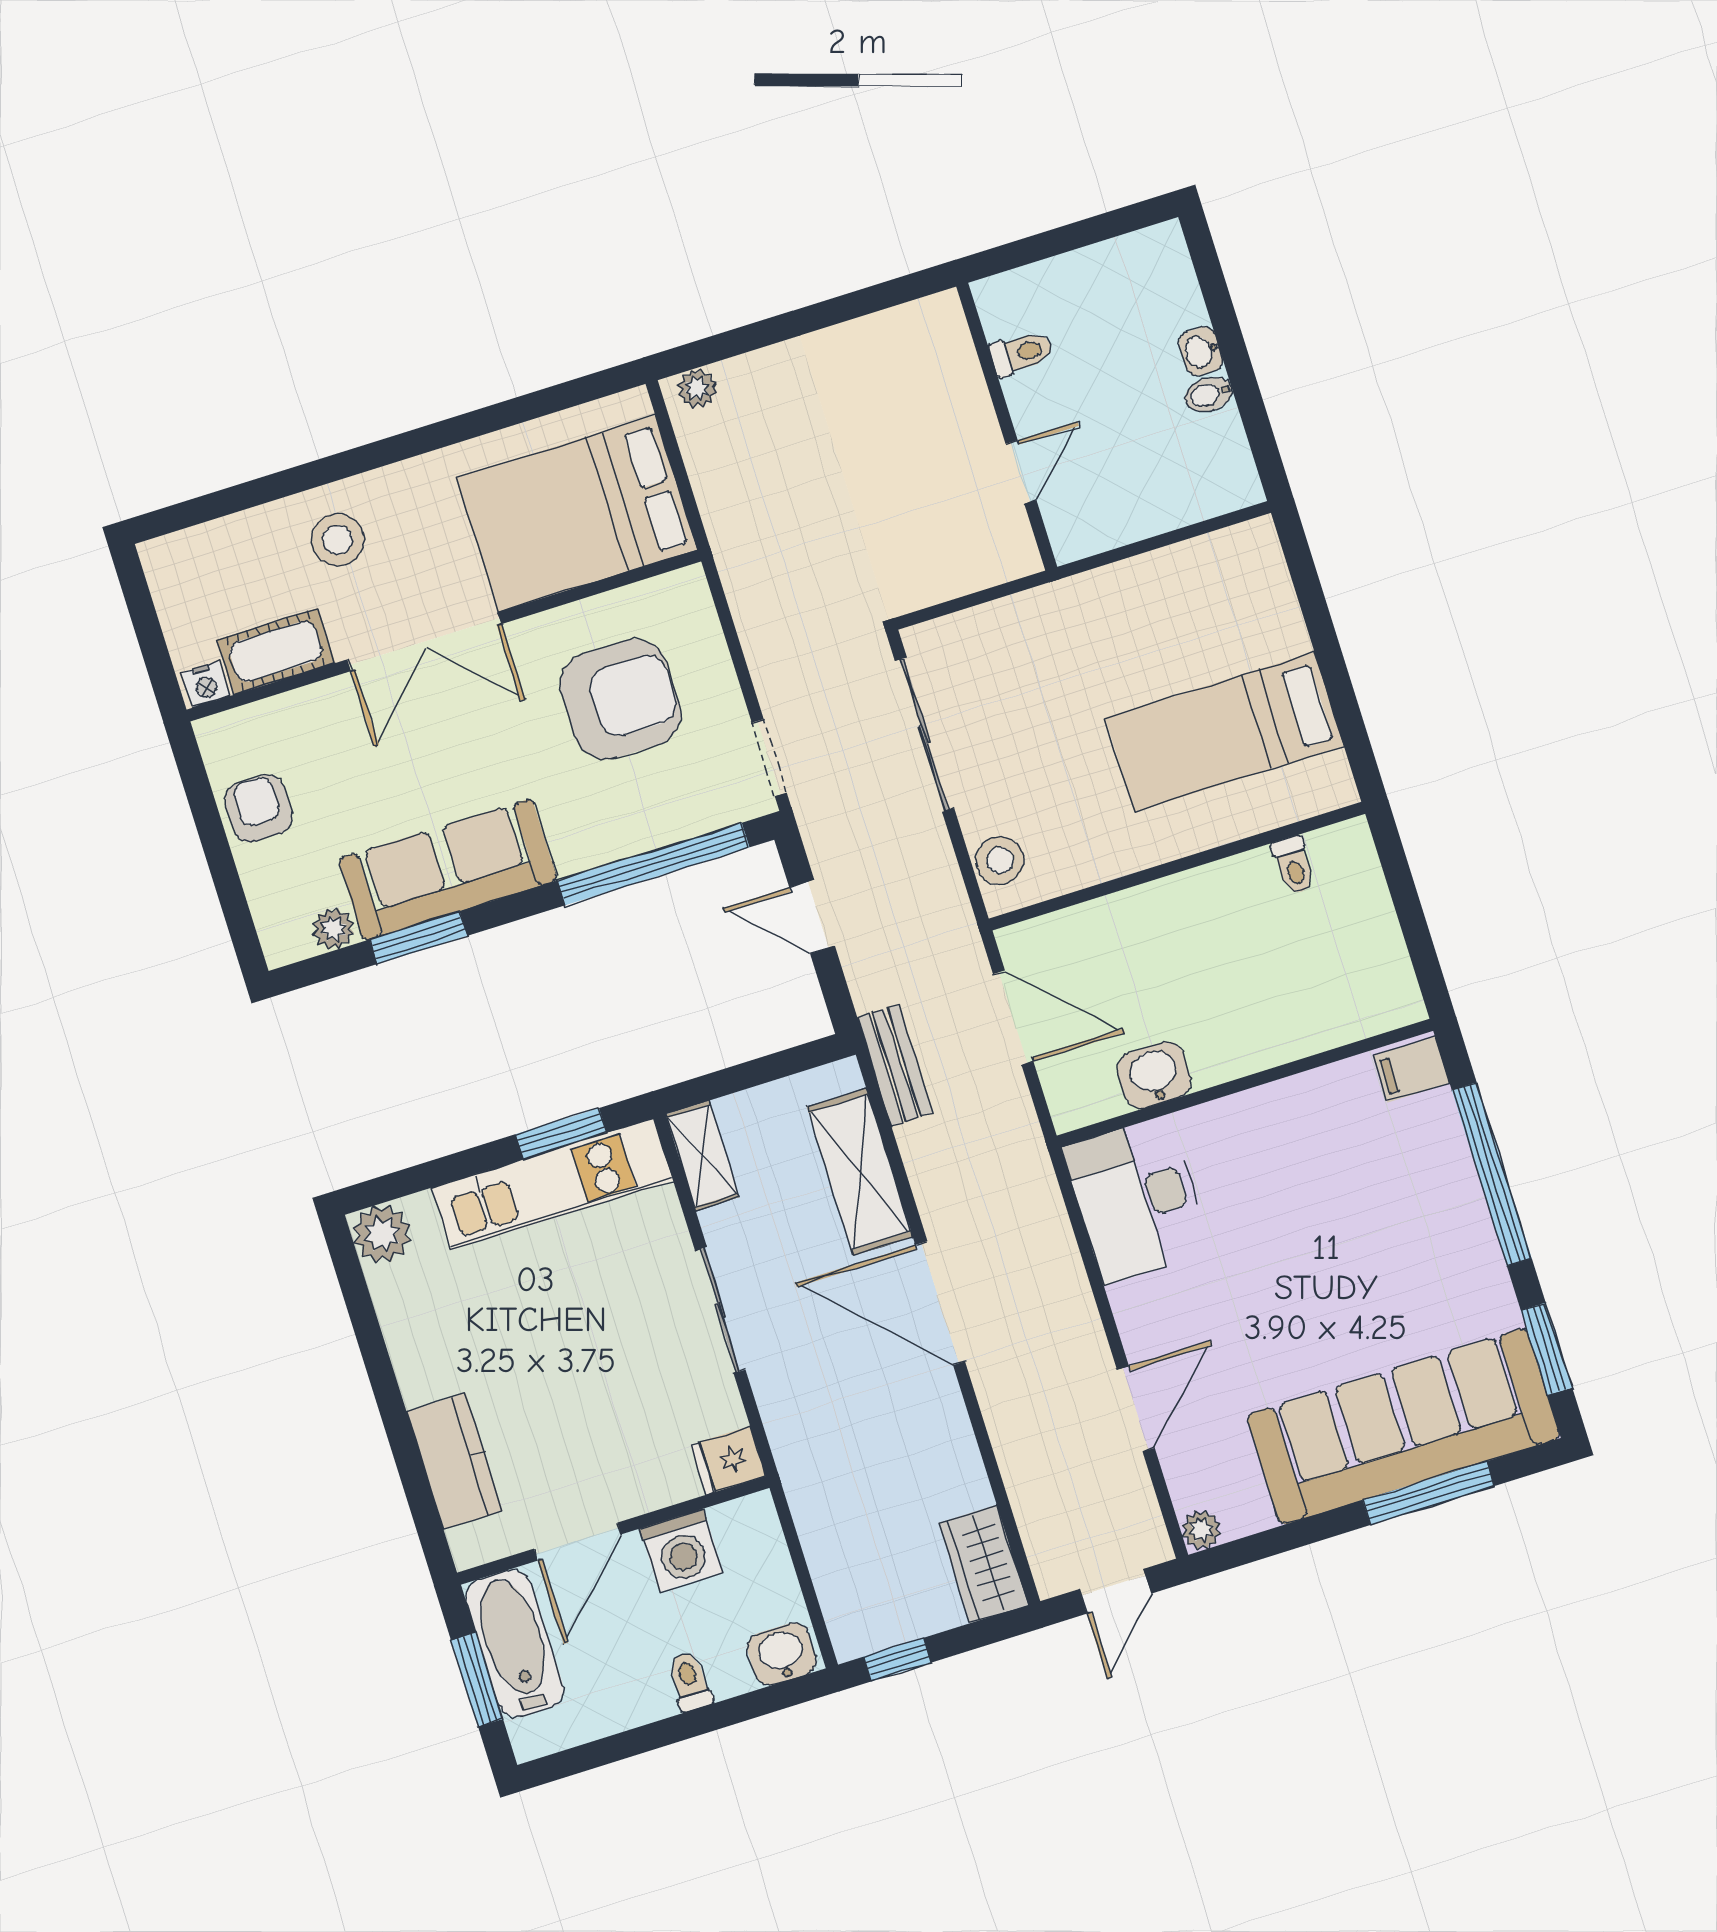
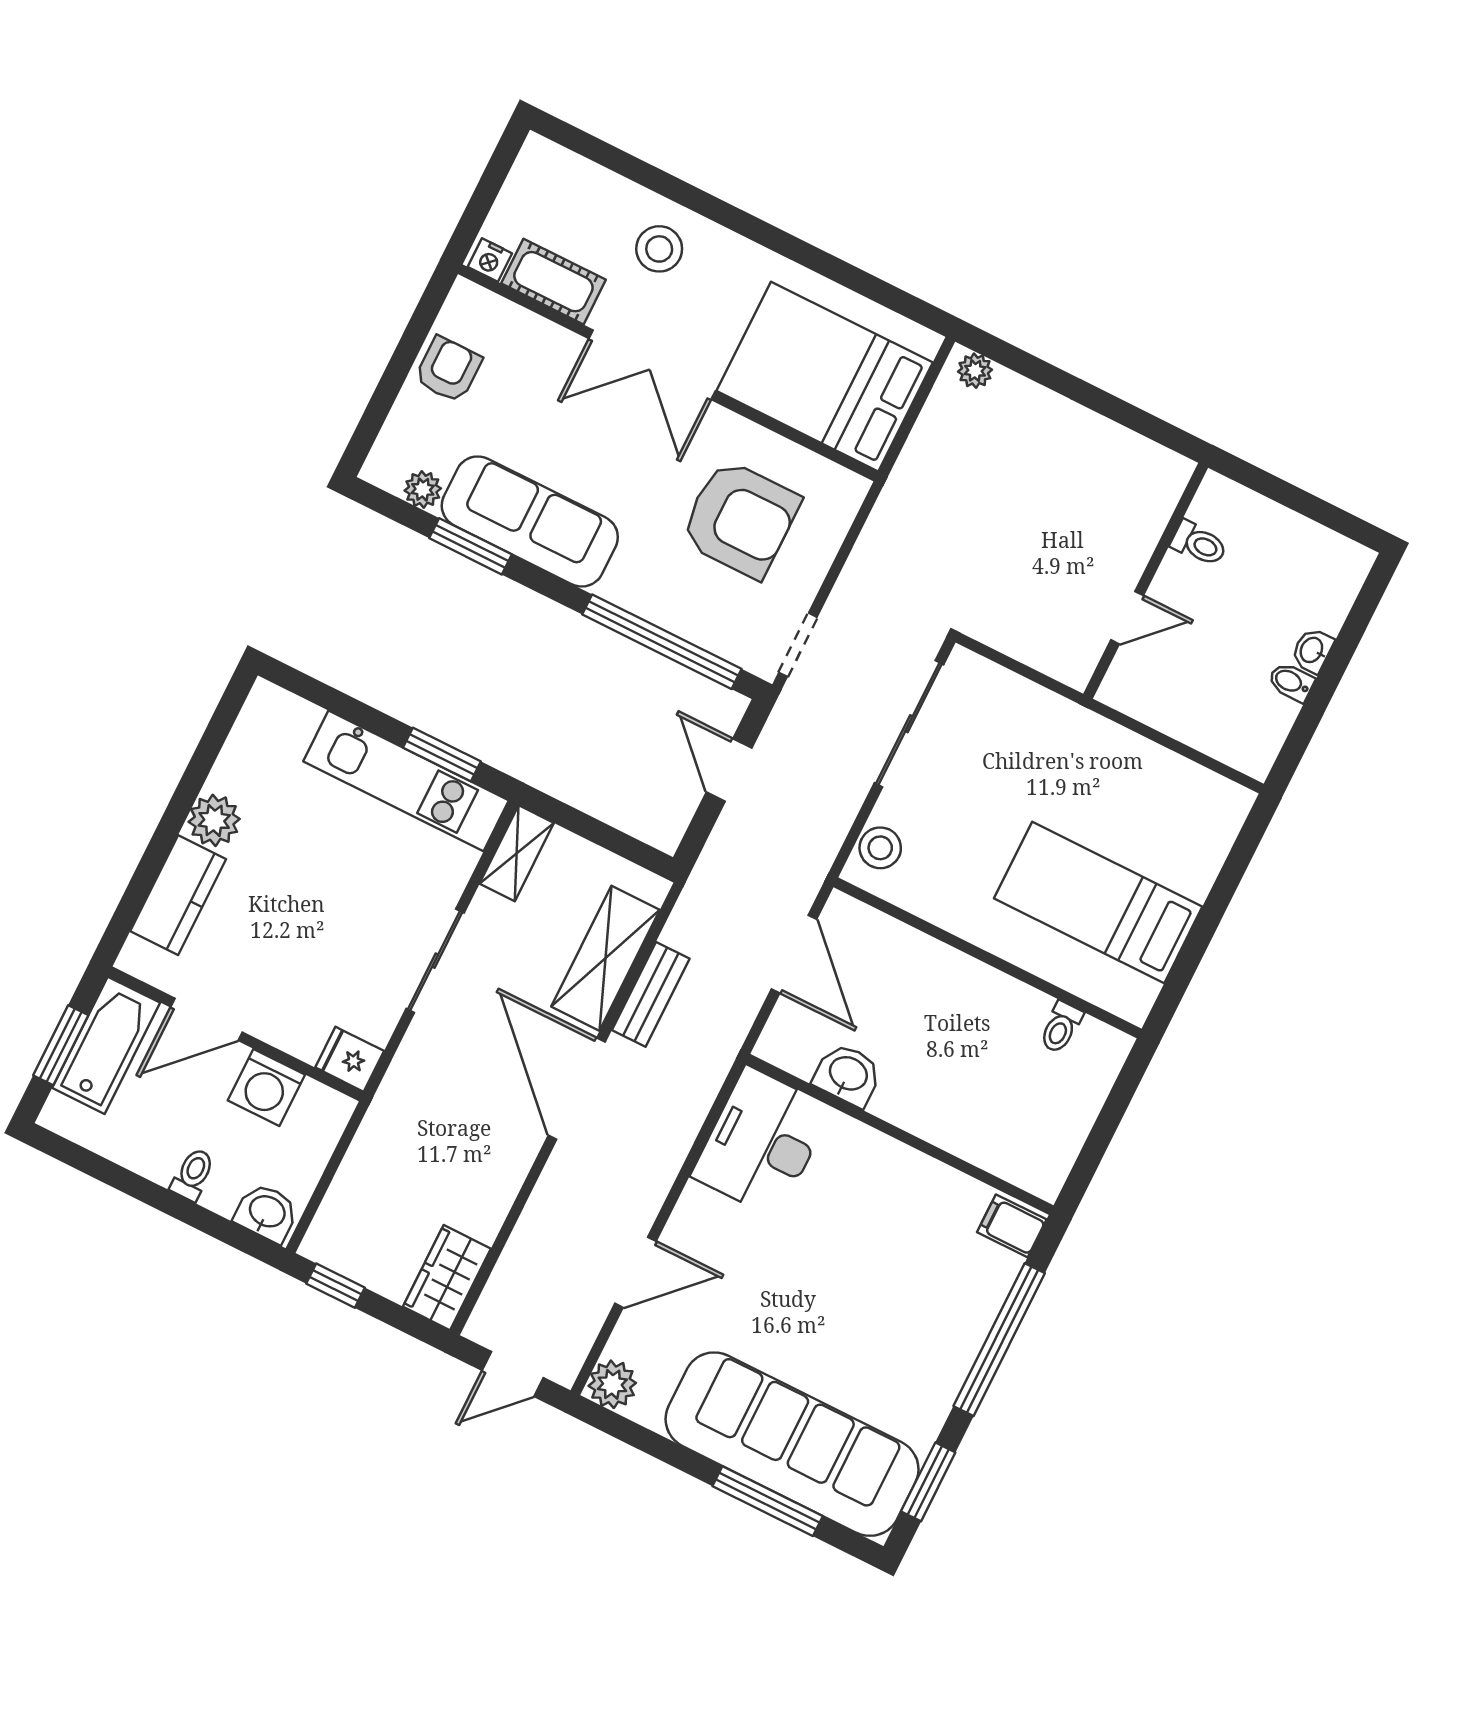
bench: (895, 1065) -> (651, 994), moved
plant: (382, 1234) -> (214, 820), moved
plant: (1201, 1530) -> (612, 1384), width x1.38, depth x1.38

